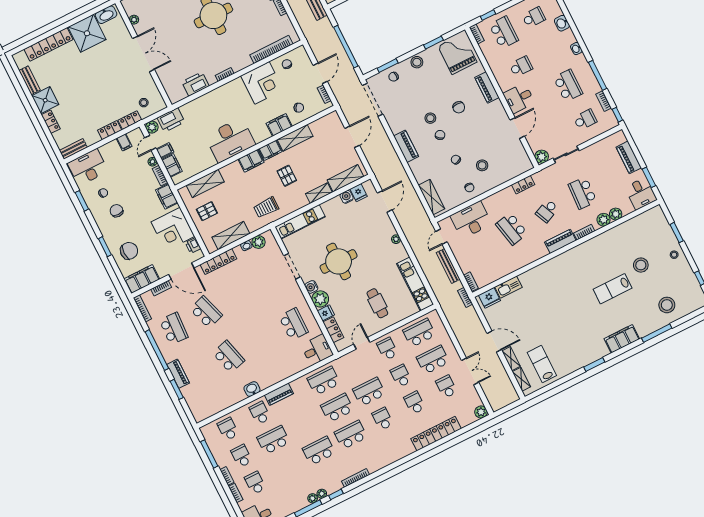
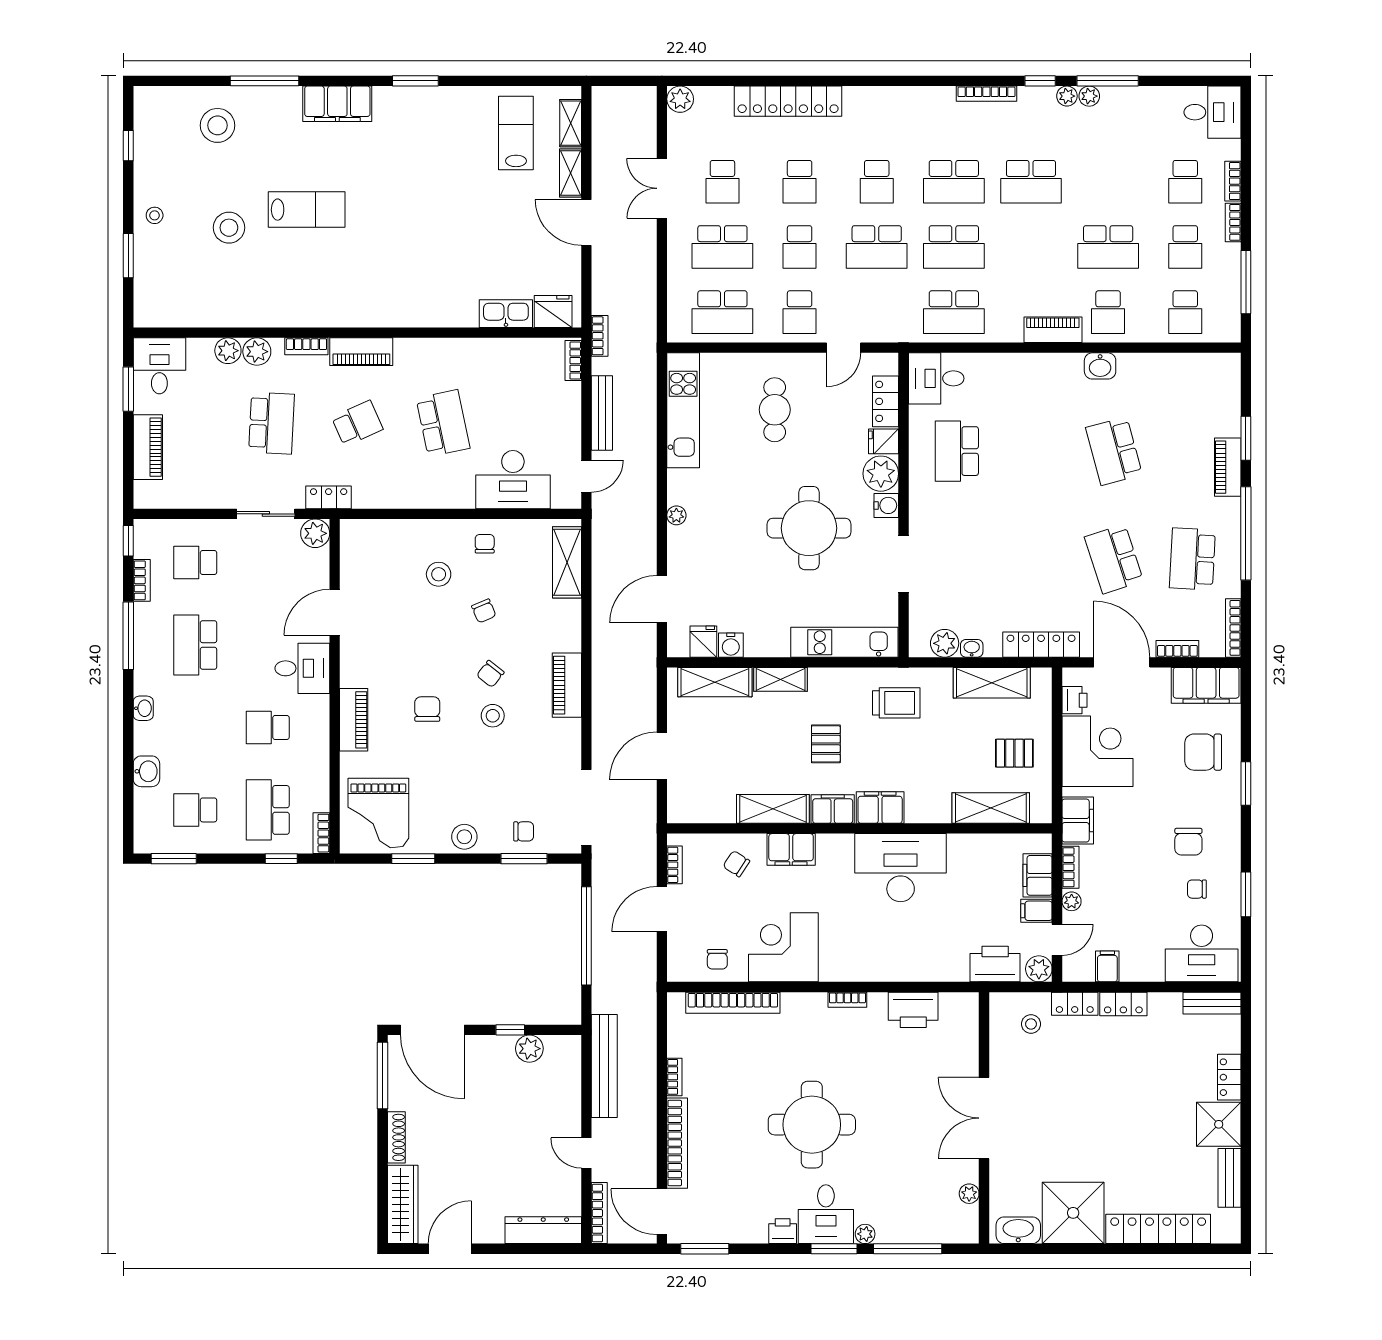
locker: (523, 185) -> (329, 497), moved
lab bench: (542, 364) -> (516, 133), turned 180

